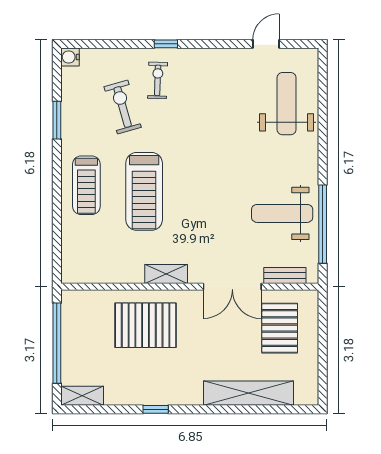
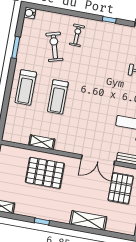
window: (166, 44) -> (109, 20), moved
treadmill: (144, 191) -> (58, 97), width x0.73, depth x0.73
shelving: (166, 274) -> (42, 142), moved
shelving: (248, 393) -> (88, 220), width x0.68

